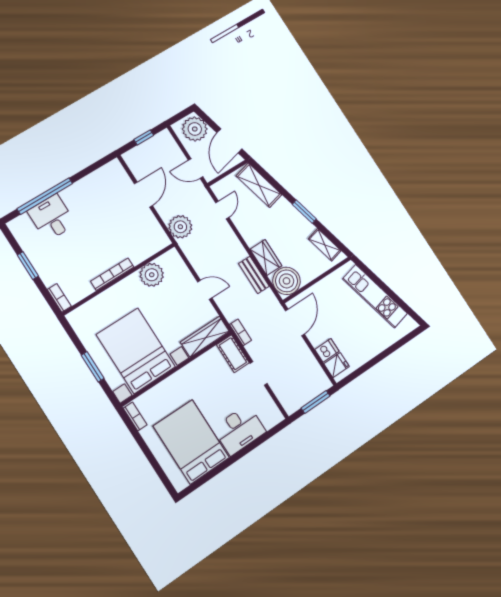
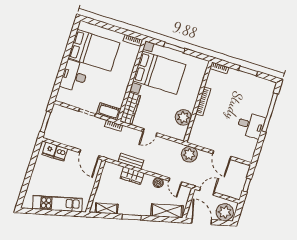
desk: (52, 218) -> (251, 125), moved
boiler: (287, 281) -> (158, 183), moved, width x0.54, depth x0.54

